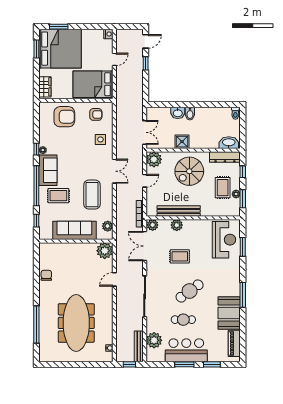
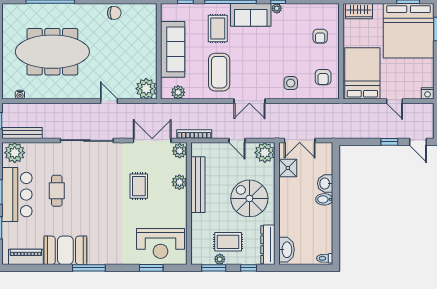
armchair: (64, 117) -> (320, 36), width x0.53, depth x0.53
shower: (182, 142) -> (288, 168), moved
coffee table: (92, 195) -> (219, 72), turned 90
cafe table: (190, 291) -> (94, 199), removed
plant: (154, 340) -> (15, 153), moved

